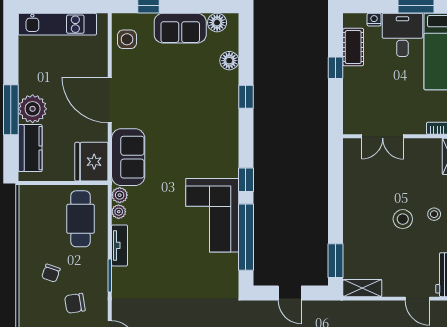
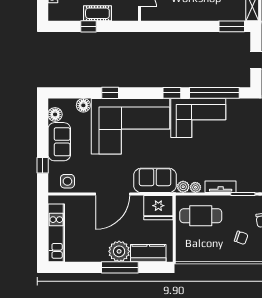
cot: (353, 47) -> (97, 13), moved
corner sofa: (201, 124) -> (131, 126), added

